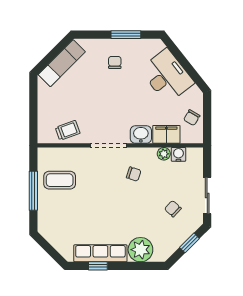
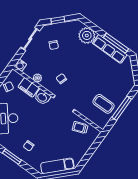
water cooler: (178, 154) -> (20, 65), moved
window: (98, 266) -> (116, 43), width x2.17

